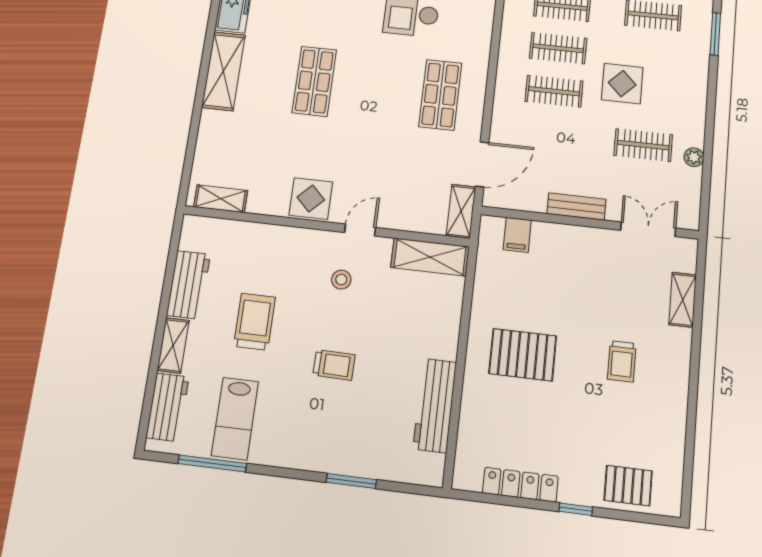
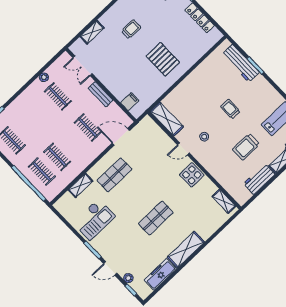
display table: (622, 84) -> (46, 125), removed
clothes rail: (554, 91) -> (88, 127), moved
shelving: (461, 211) -> (81, 185), moved
workbench: (435, 405) -> (241, 63), moved, turned 90

